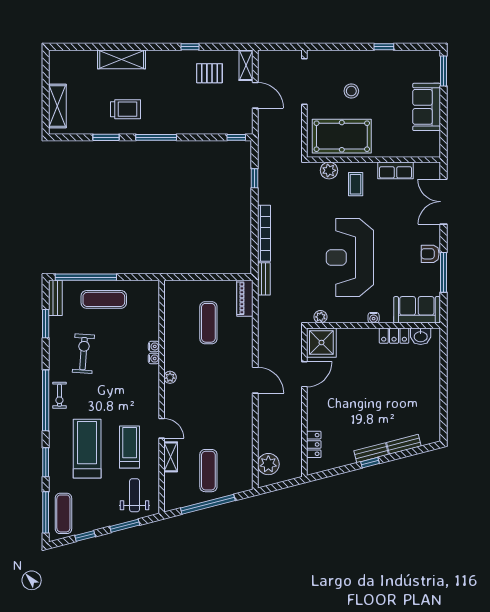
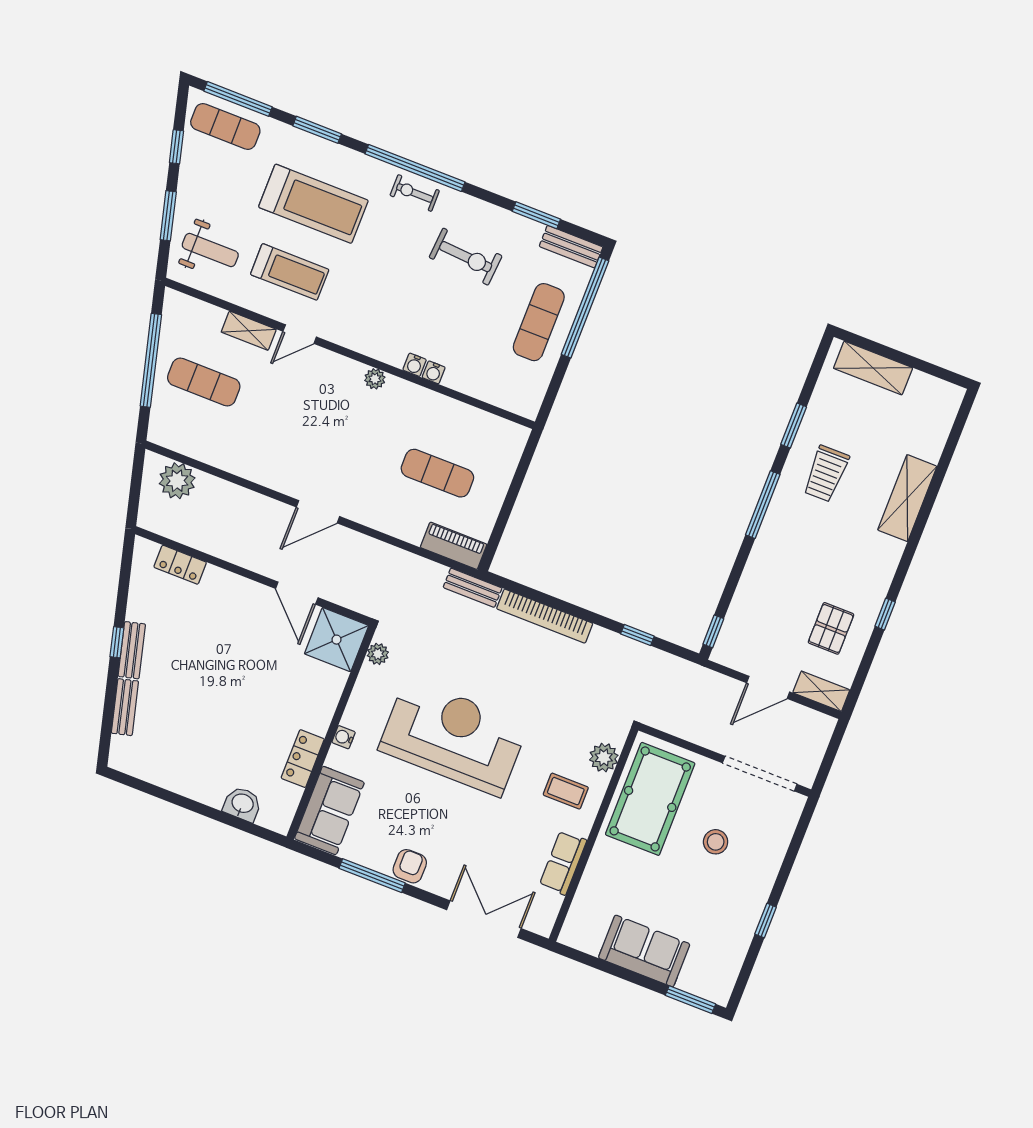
washbasin: (421, 336) -> (242, 804), moved, turned 90

